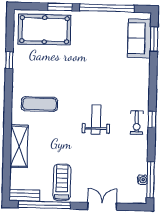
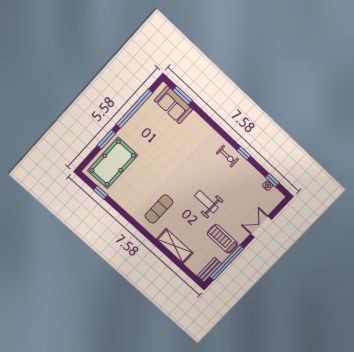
window: (9, 60) -> (101, 192), moved
weight bench: (96, 120) -> (206, 202), moved
window: (152, 120) -> (244, 153), moved
window: (151, 180) -> (272, 180), width x0.46

